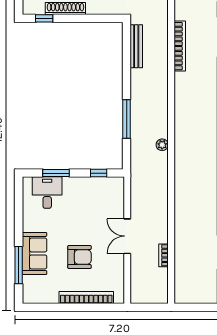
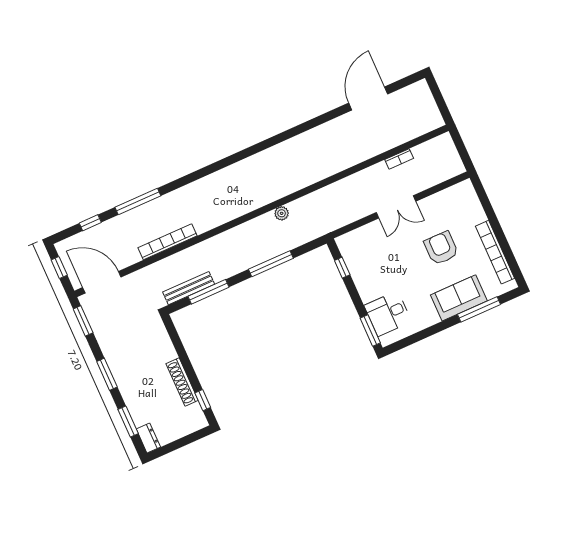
window: (127, 61) -> (209, 292), added
window: (56, 173) -> (370, 331), moved
bookcase: (86, 297) -> (495, 252), moved

